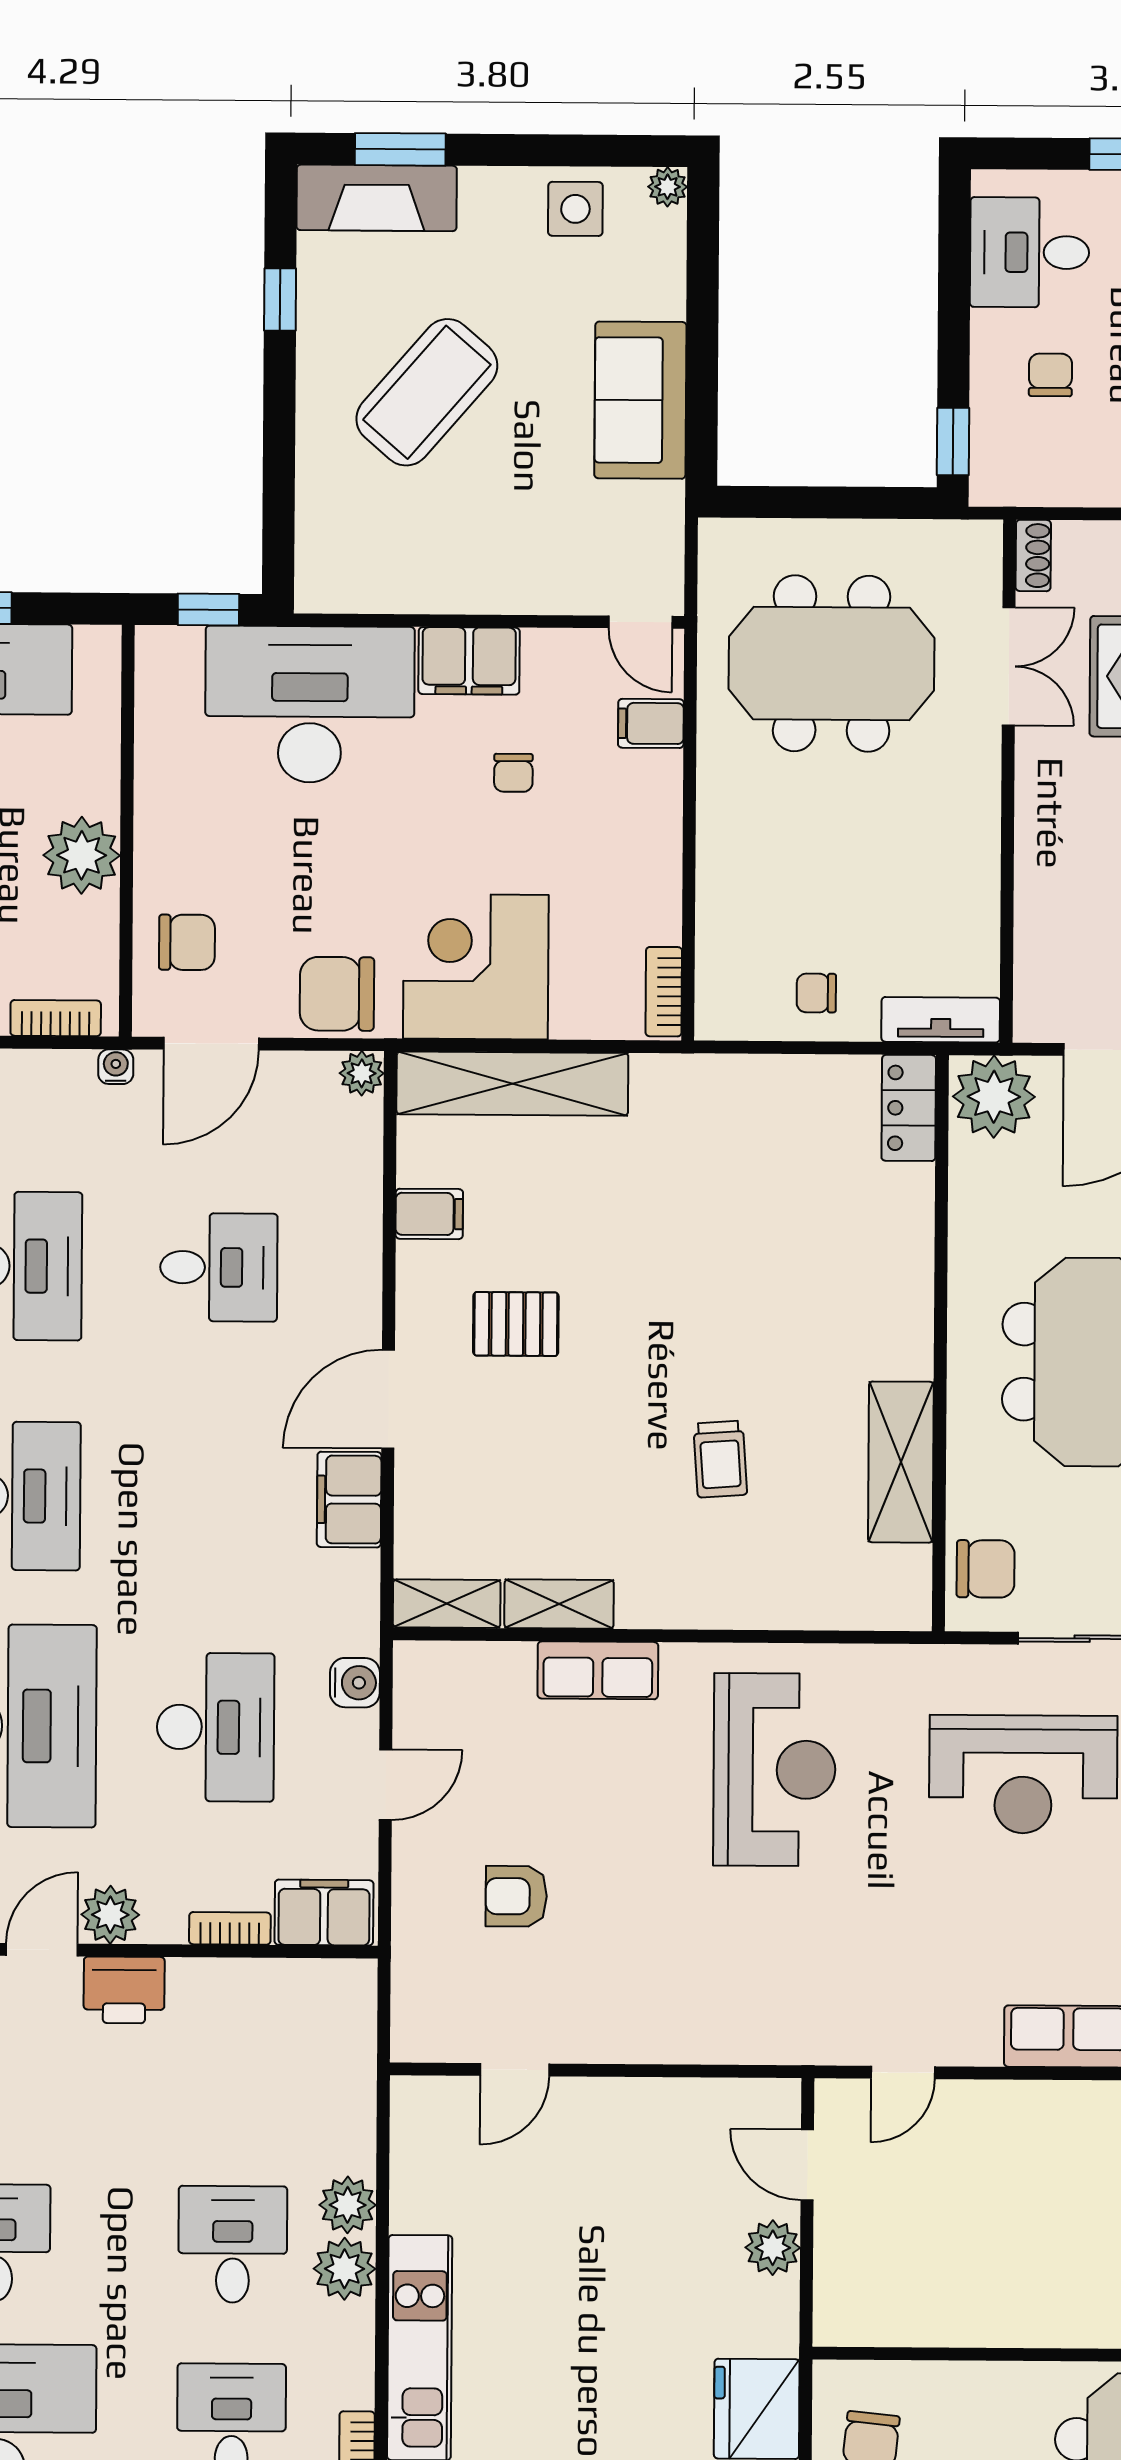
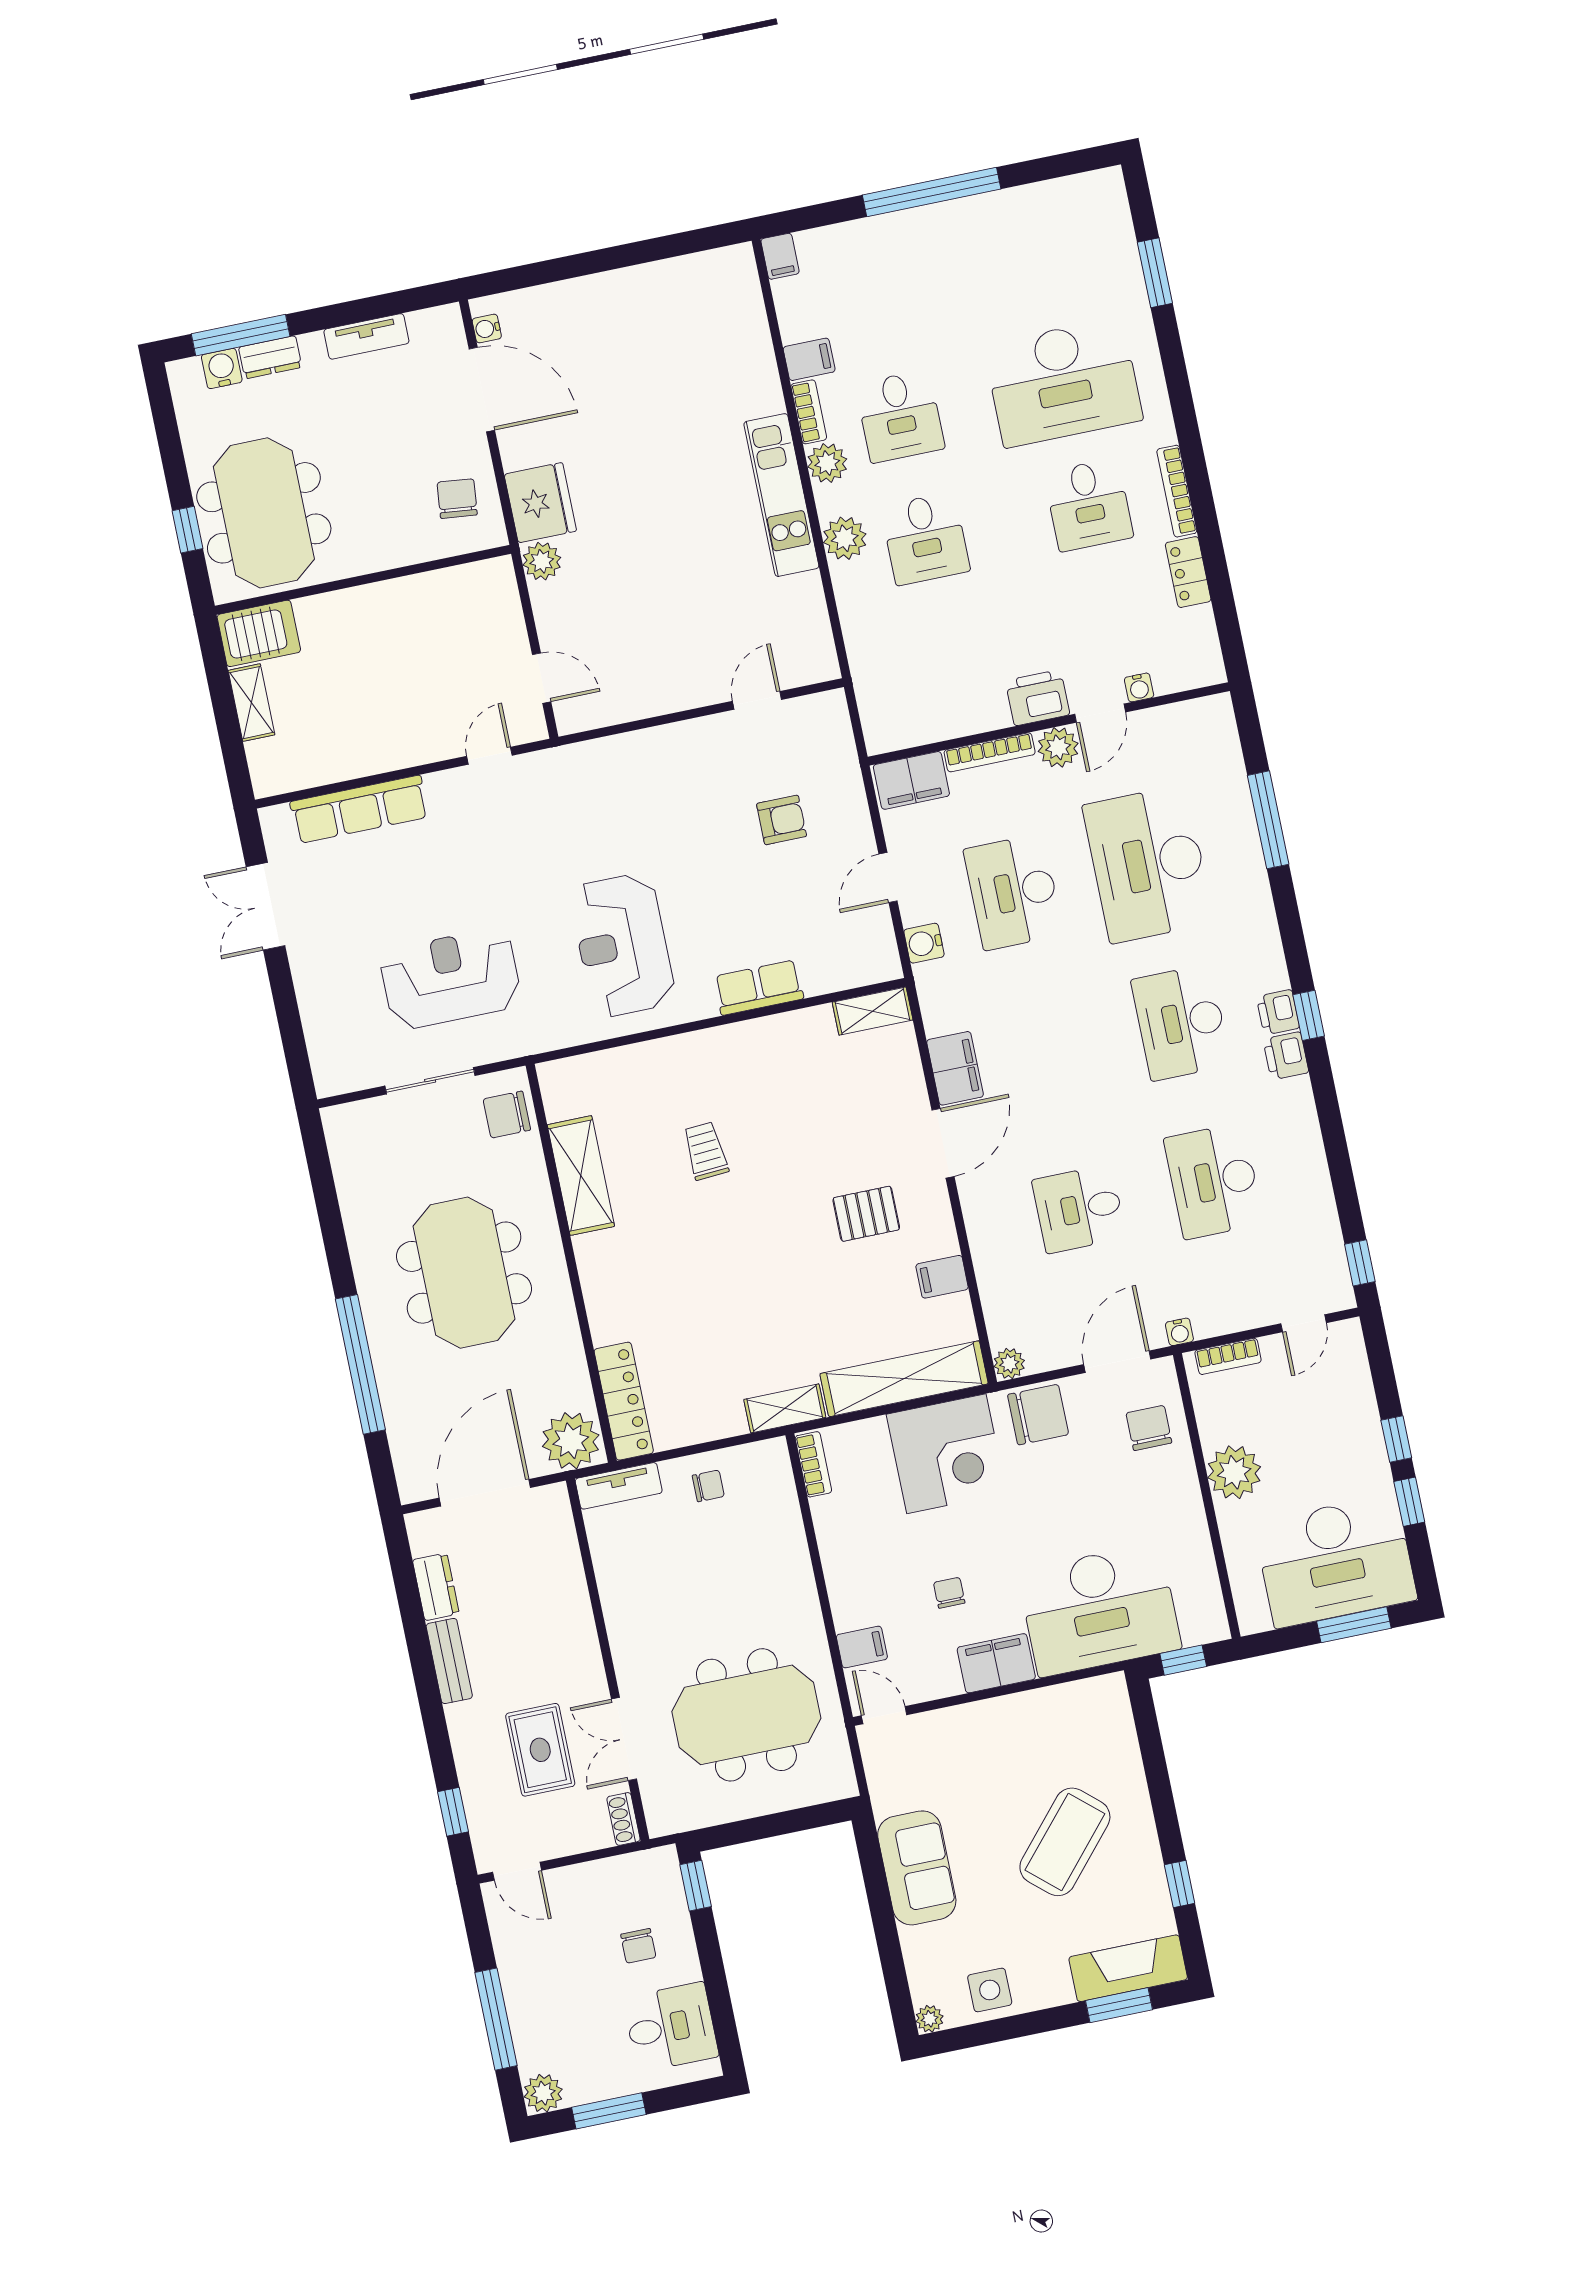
chair: (187, 942) -> (1149, 1428), turned 90
locker: (909, 1108) -> (624, 1401), width x1.53
shelving: (559, 1604) -> (785, 1408), moved
bookcase: (230, 1928) -> (990, 752), width x1.56
plant: (348, 2205) -> (827, 463), moved
plant: (773, 2248) -> (542, 561), moved

